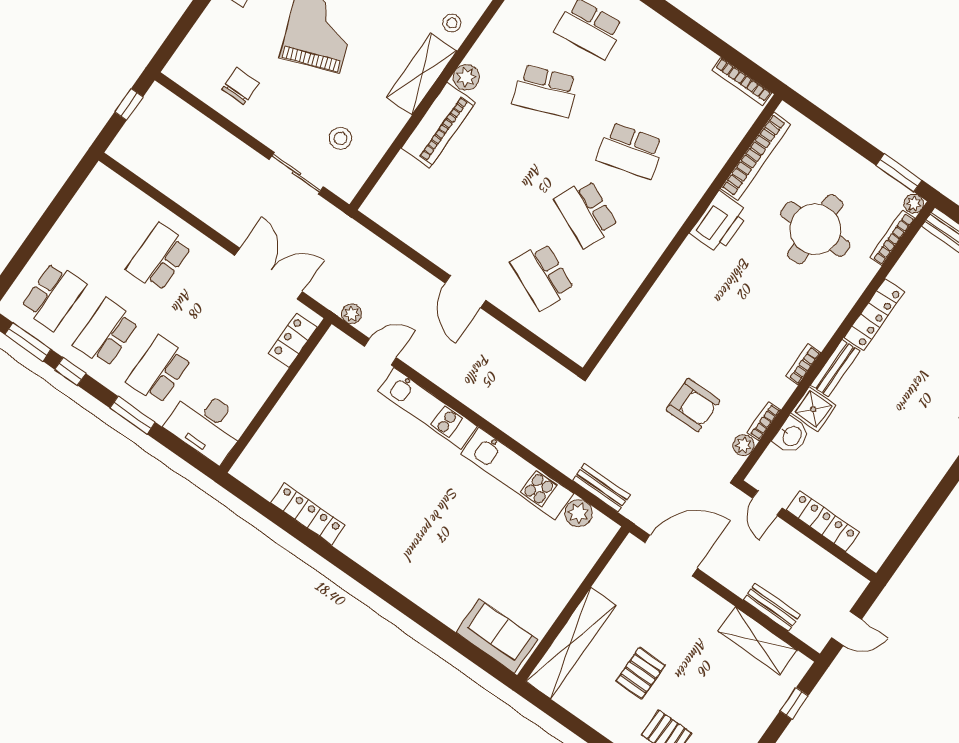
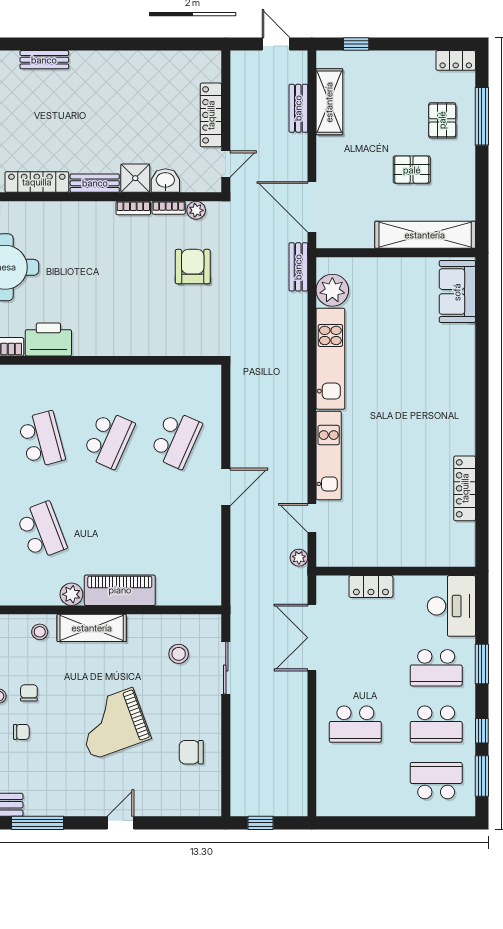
locker: (293, 340) -> (371, 586), moved
bookcase: (803, 364) -> (133, 208), moved
bench: (601, 488) -> (298, 267), moved
plant: (578, 513) -> (332, 290), width x1.36, depth x1.36

